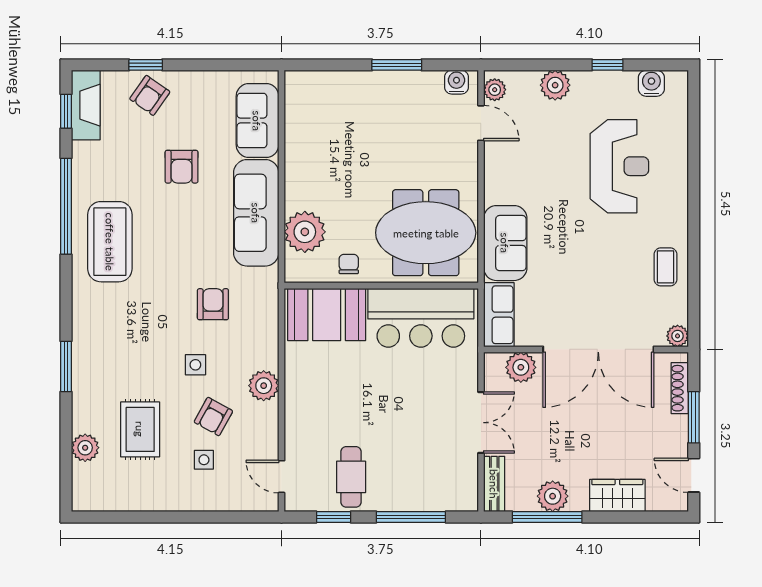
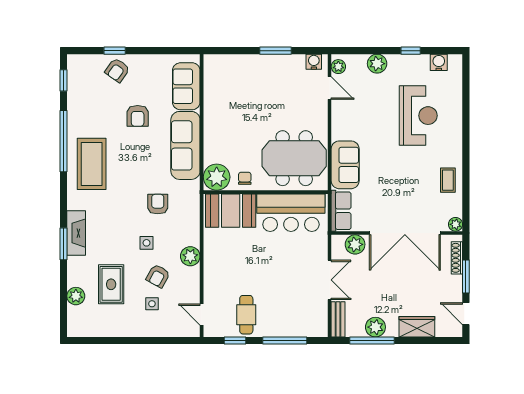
fireplace: (86, 105) -> (76, 233), moved
plant: (305, 232) -> (217, 177), moved

